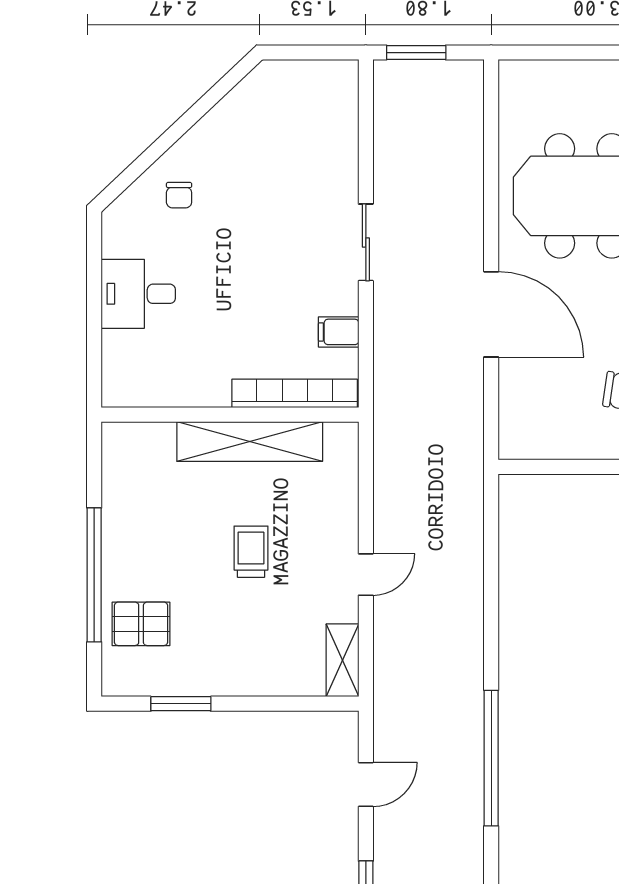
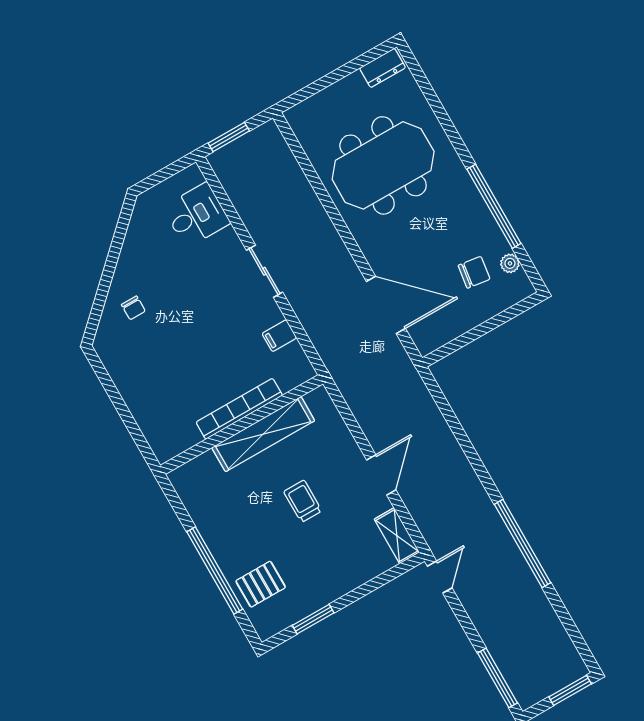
desk: (138, 294) -> (196, 215), moved, turned 180
door: (491, 314) -> (386, 305), moved
bookcase: (295, 393) -> (239, 409), moved
door: (366, 575) -> (381, 475), width x1.38
door: (366, 784) -> (440, 577), moved

